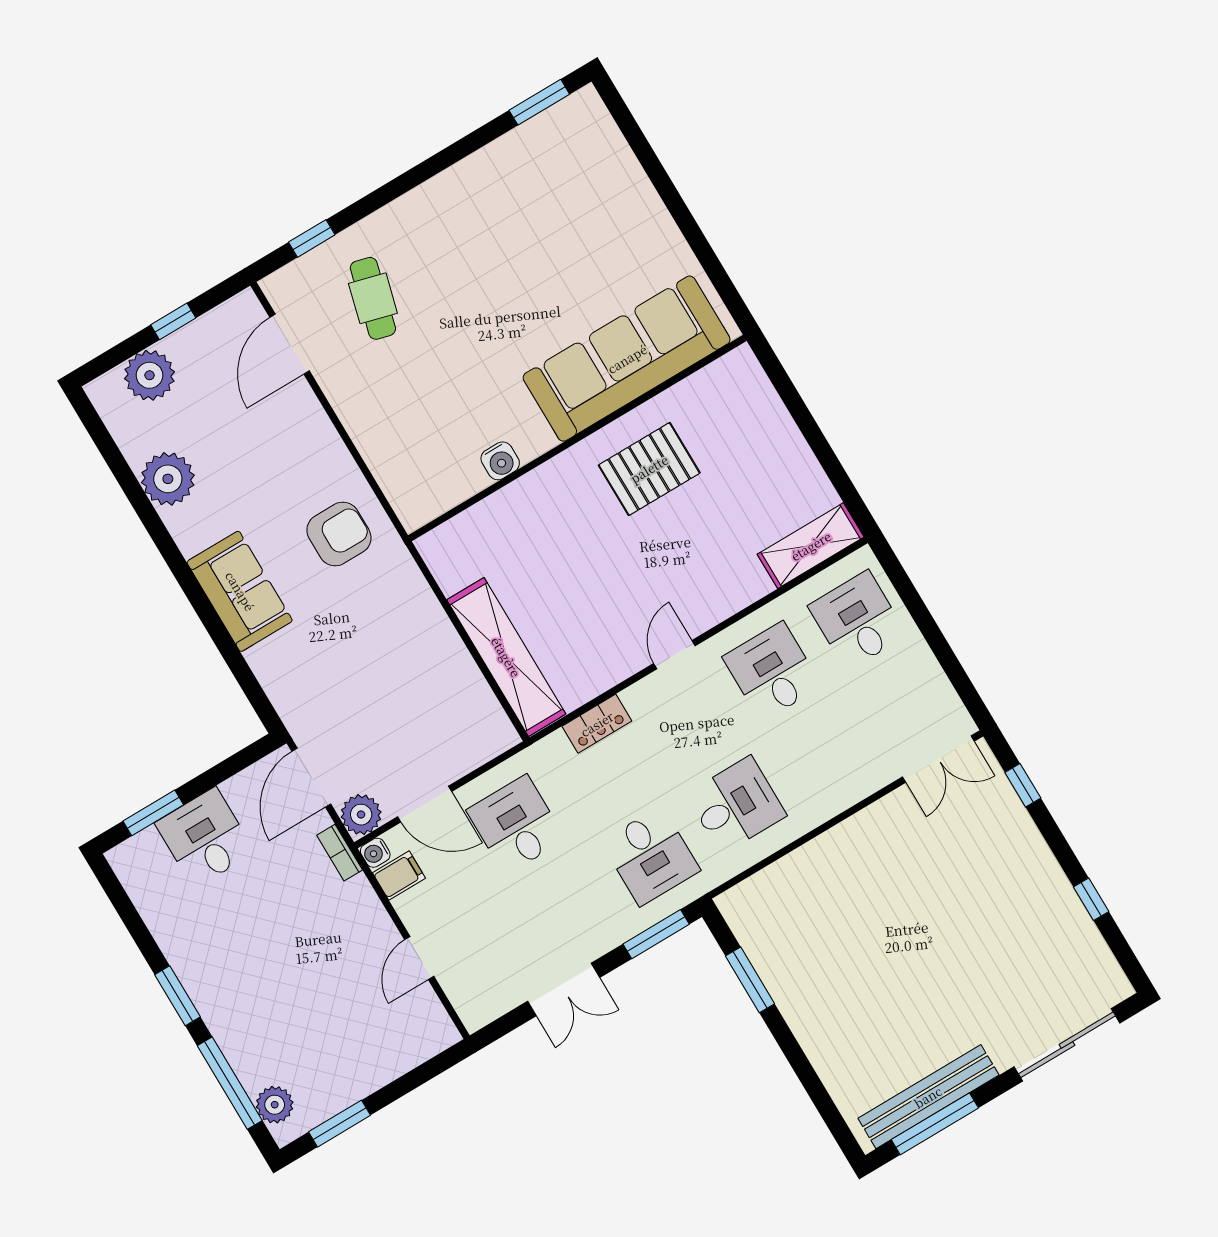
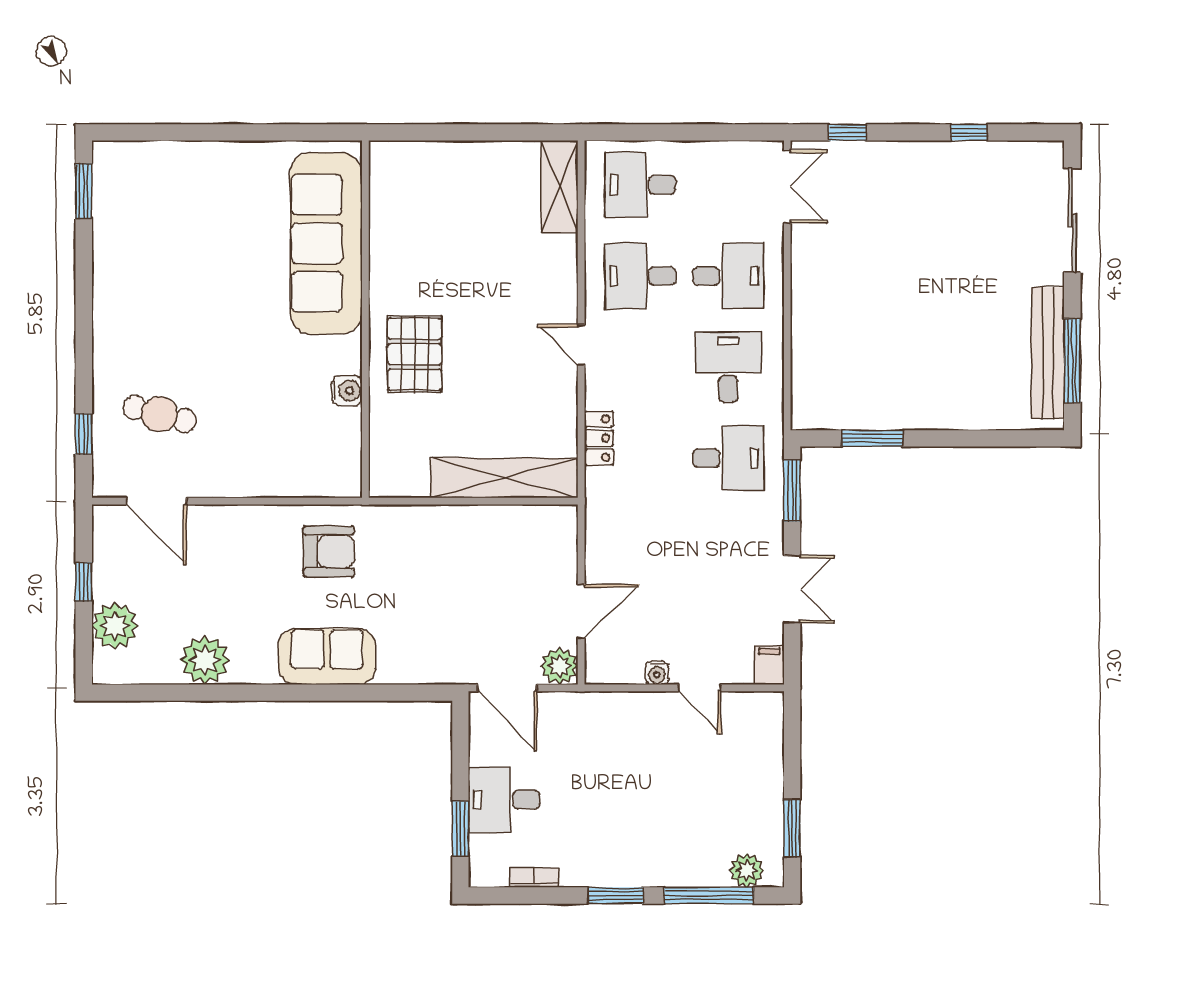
pallet: (649, 469) -> (415, 354), moved
armchair: (339, 534) -> (329, 552), turned 90
desk: (516, 825) -> (728, 276), moved, turned 180
bookcase: (340, 853) -> (535, 878), moved, turned 180
water cooler: (375, 853) -> (657, 673), moved
filing cabinet: (399, 875) -> (769, 665), moved

